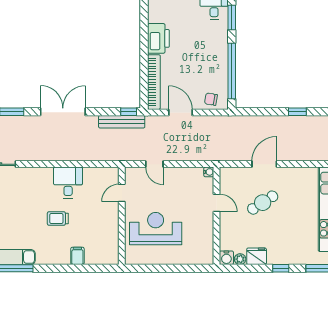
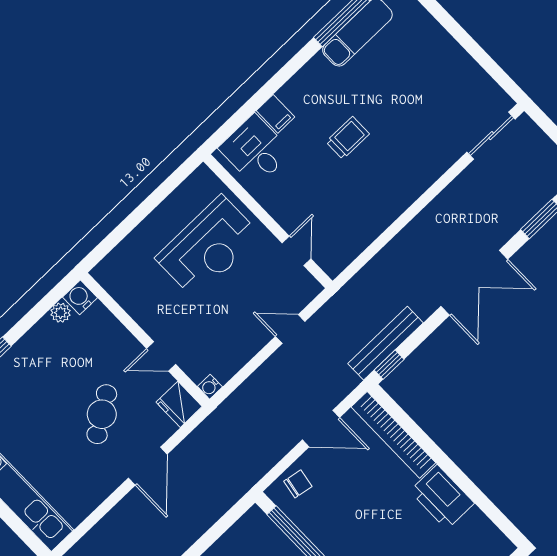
desk: (68, 183) -> (255, 150), moved, turned 180
fridge: (257, 256) -> (179, 404), moved, turned 90

